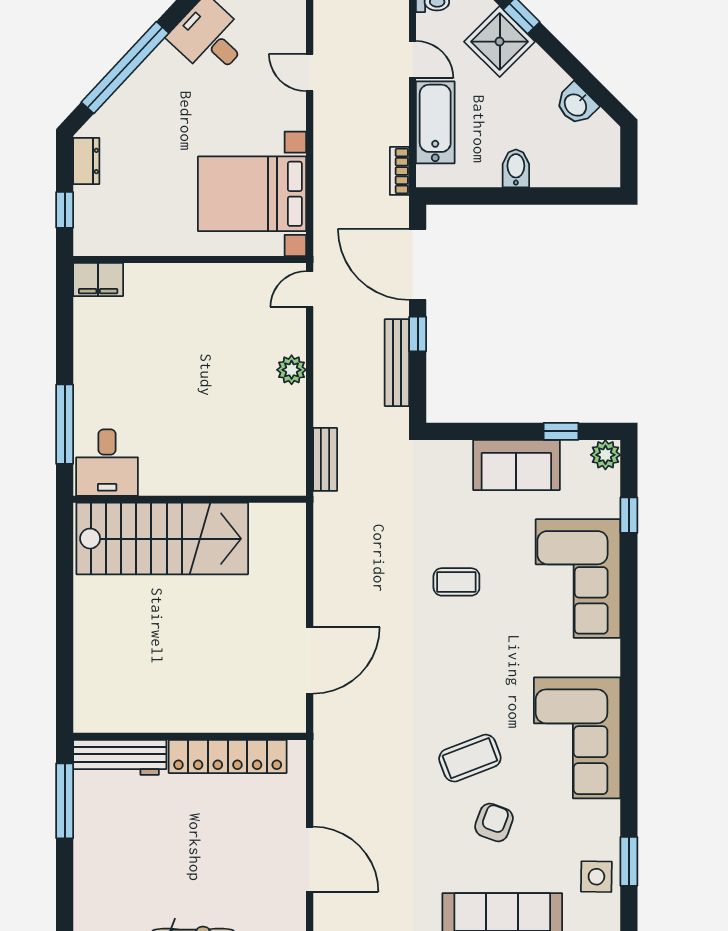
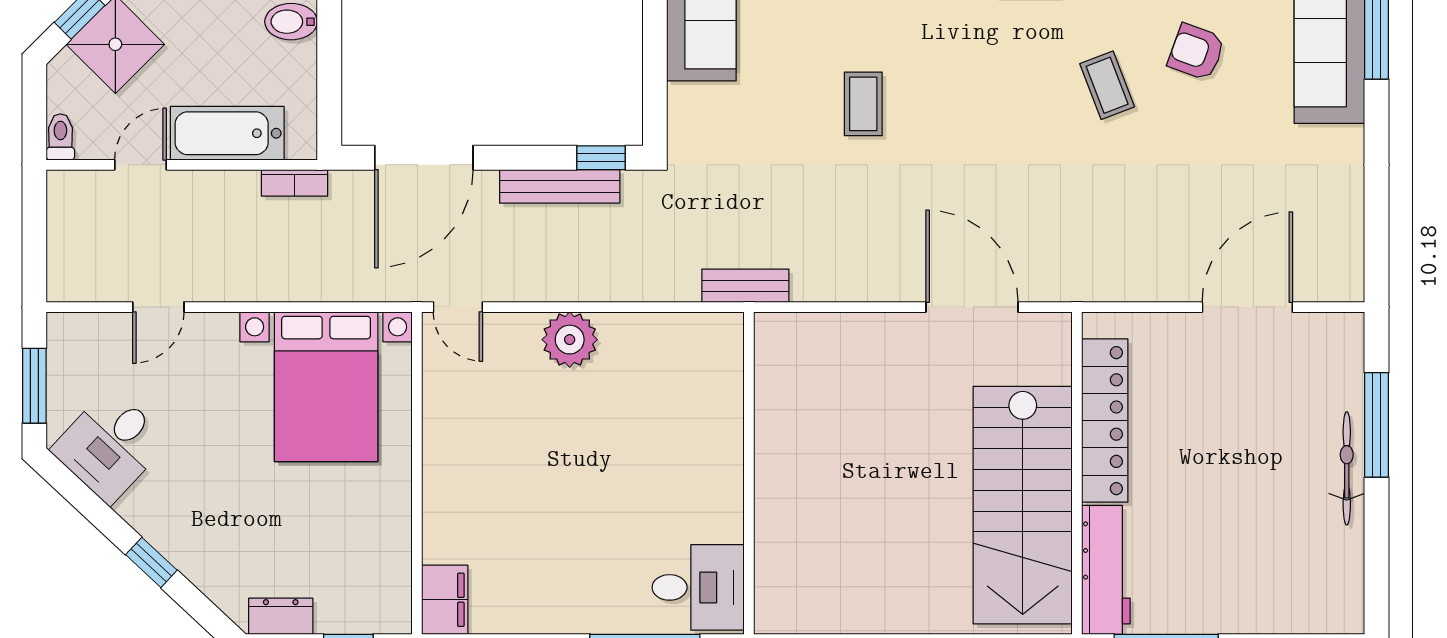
window: (125, 68) -> (151, 562), width x0.32
window: (418, 334) -> (601, 158), moved
plant: (292, 370) -> (570, 340), width x1.36, depth x1.36
bench: (325, 459) -> (745, 286), moved
stairs: (162, 539) -> (1023, 505), moved, turned 180
coffee table: (470, 758) -> (1107, 85), width x0.73, depth x0.77

